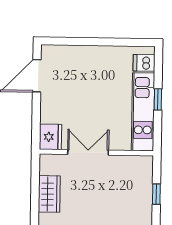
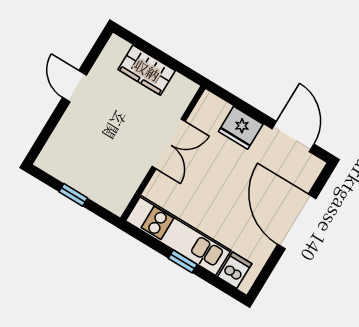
door: (90, 42) -> (297, 221), added
fridge: (50, 137) -> (241, 128), moved

